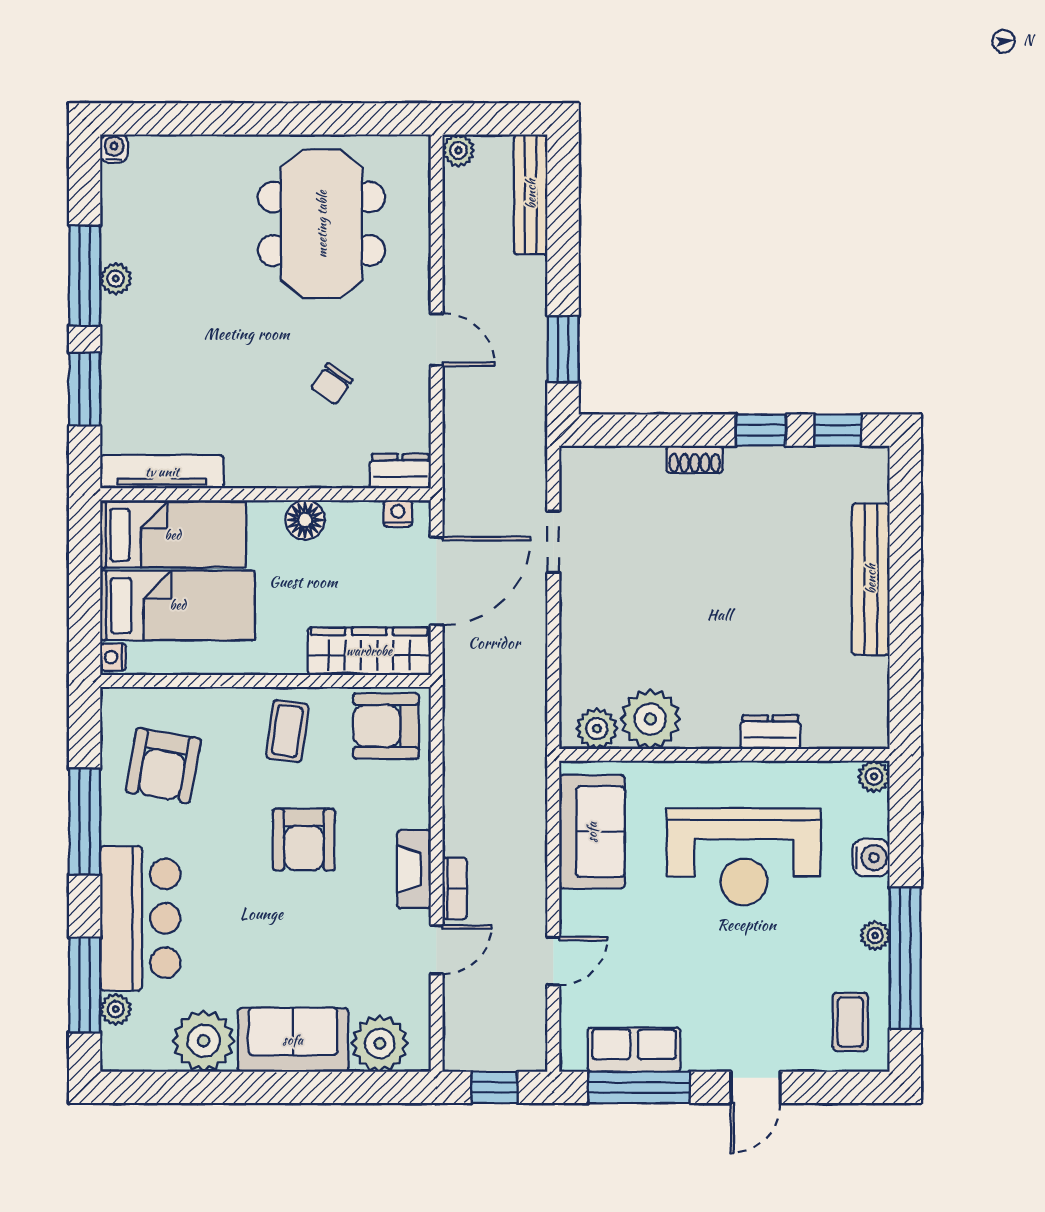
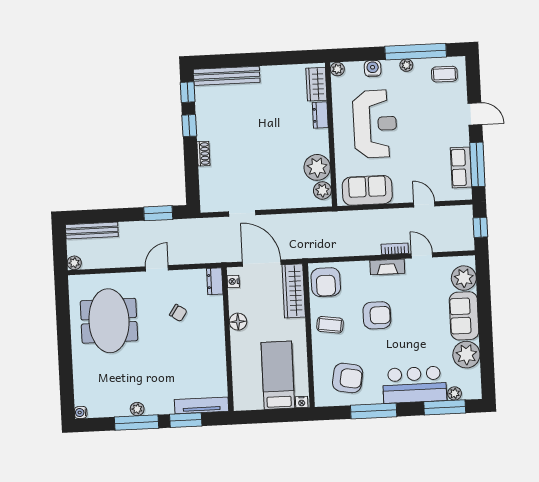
meeting table: (322, 224) -> (109, 321), turned 90
tv unit: (162, 472) -> (201, 405), moved, turned 90
bed: (173, 535) -> (247, 379), removed
bench: (871, 579) -> (227, 76), moved
wardrobe: (842, 727) -> (316, 84), added

